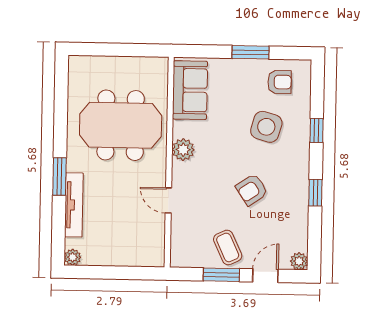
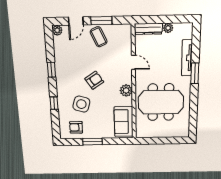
armchair: (252, 190) -> (94, 80), moved
plant: (73, 257) -> (168, 28), moved
dresser: (141, 258) -> (149, 29), added

